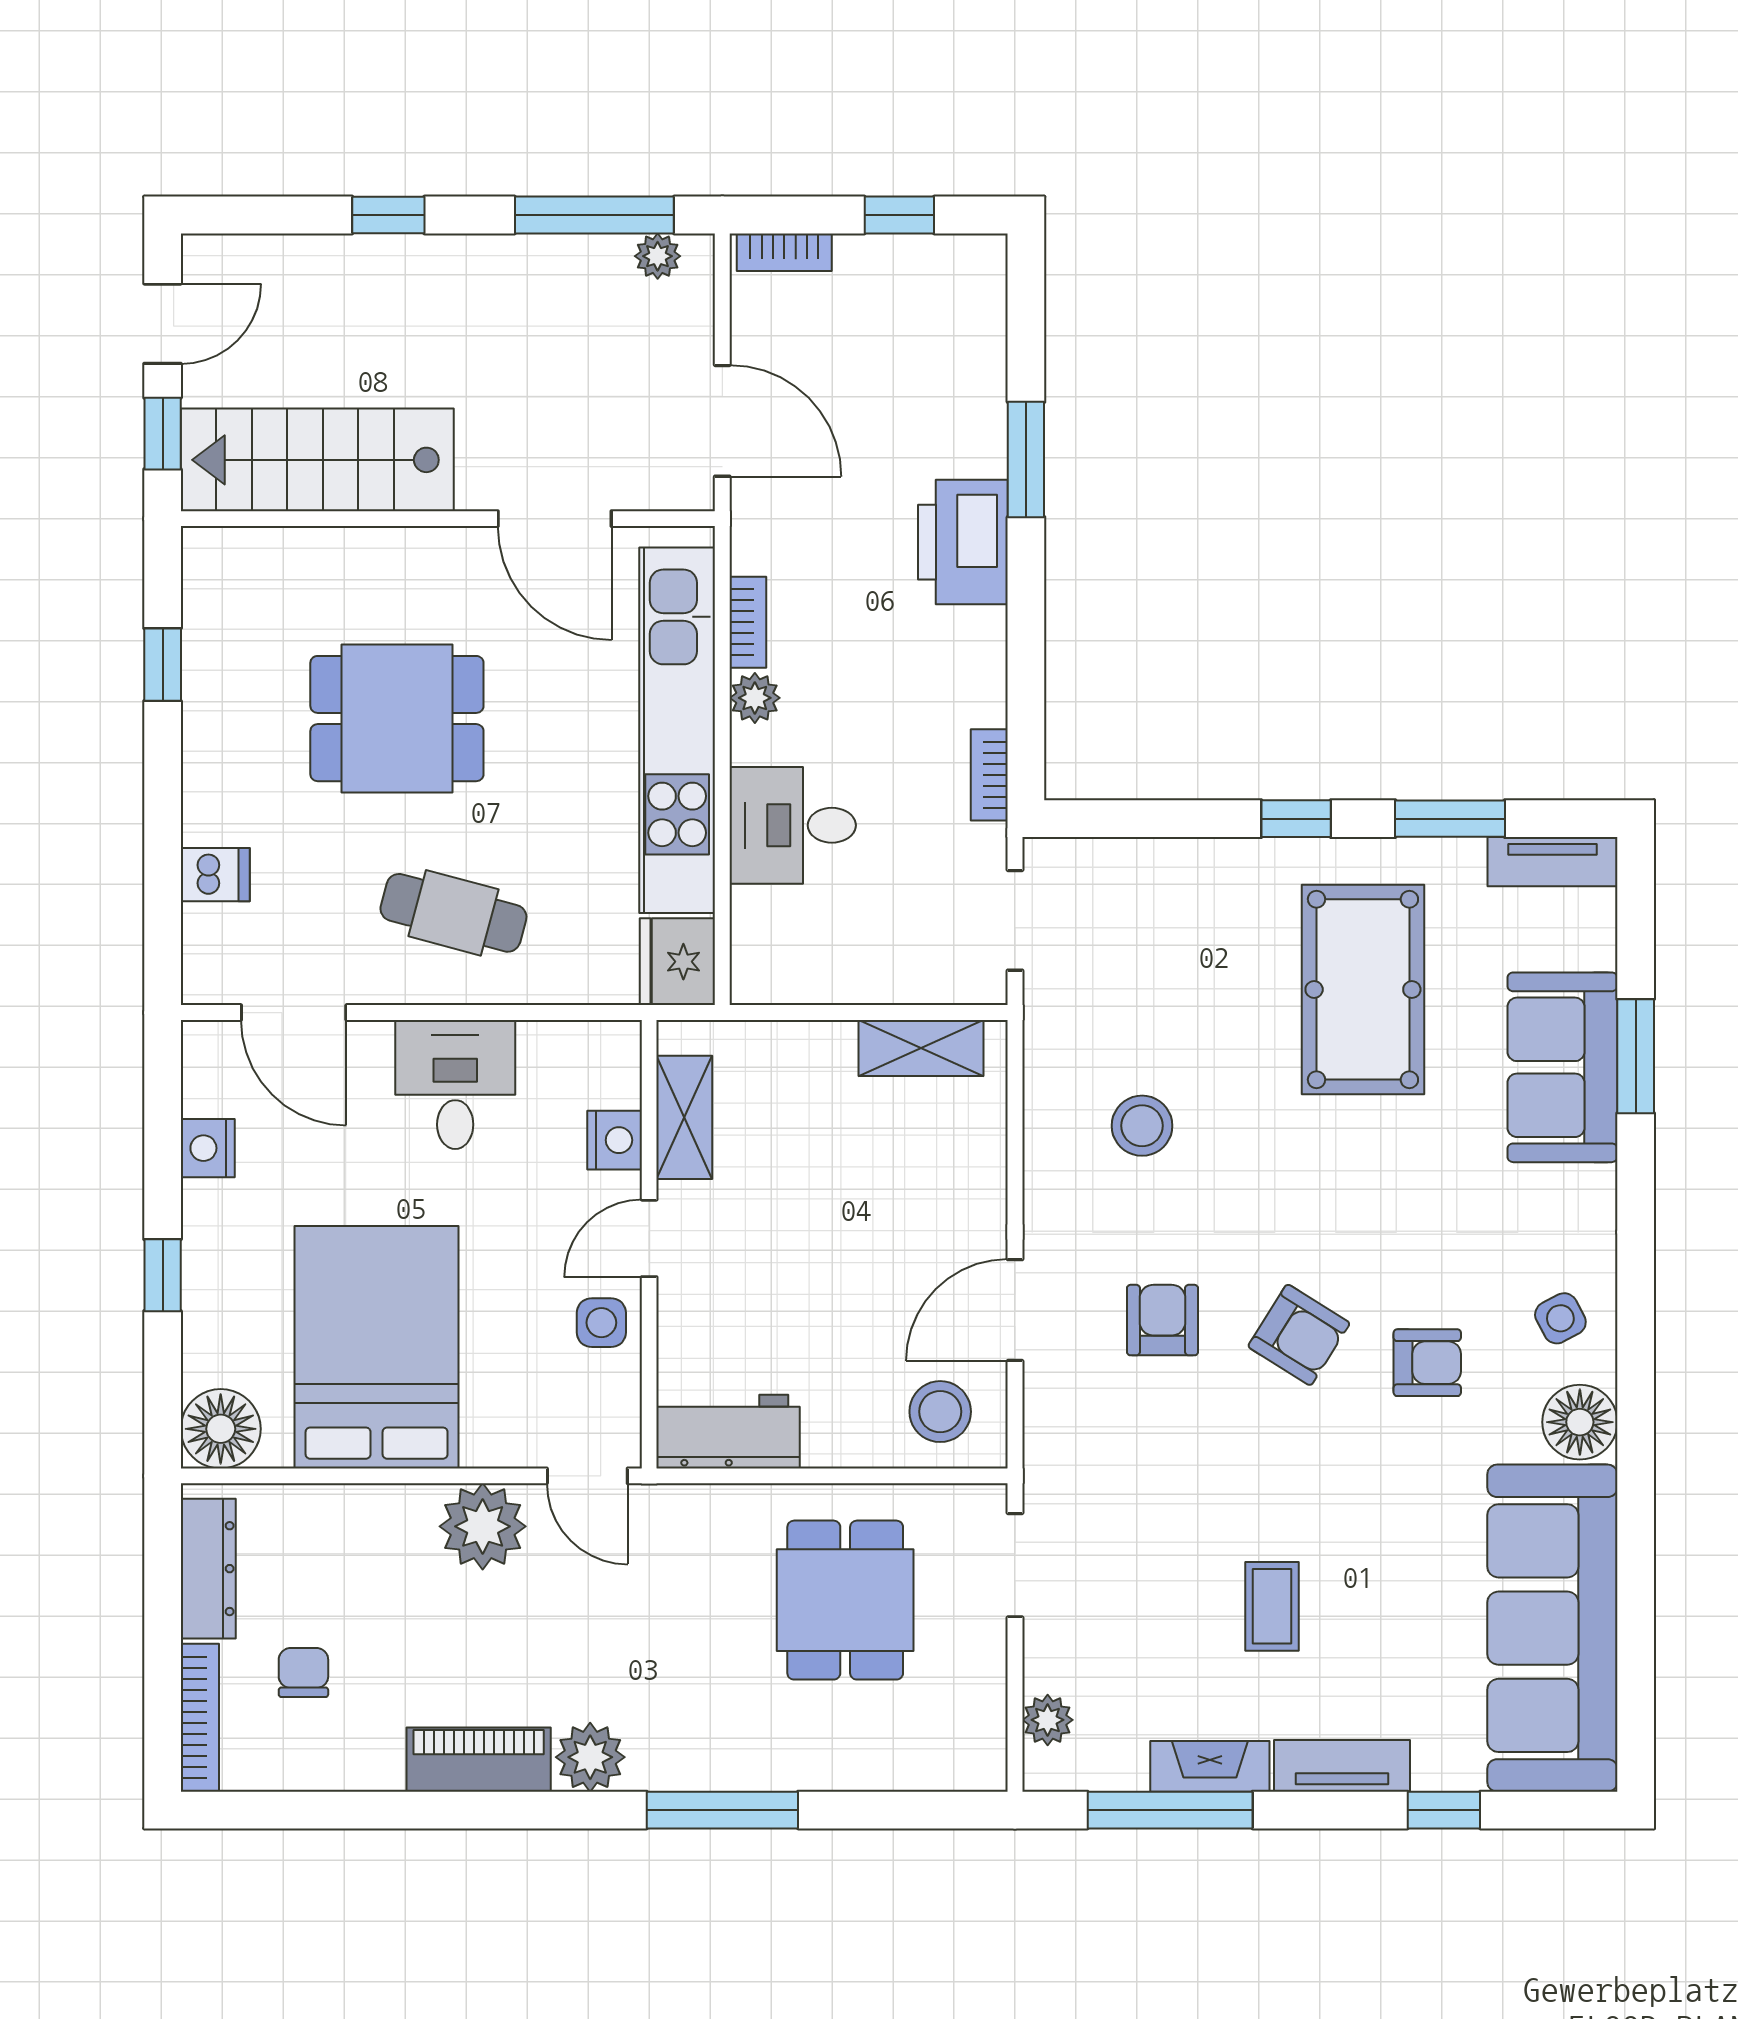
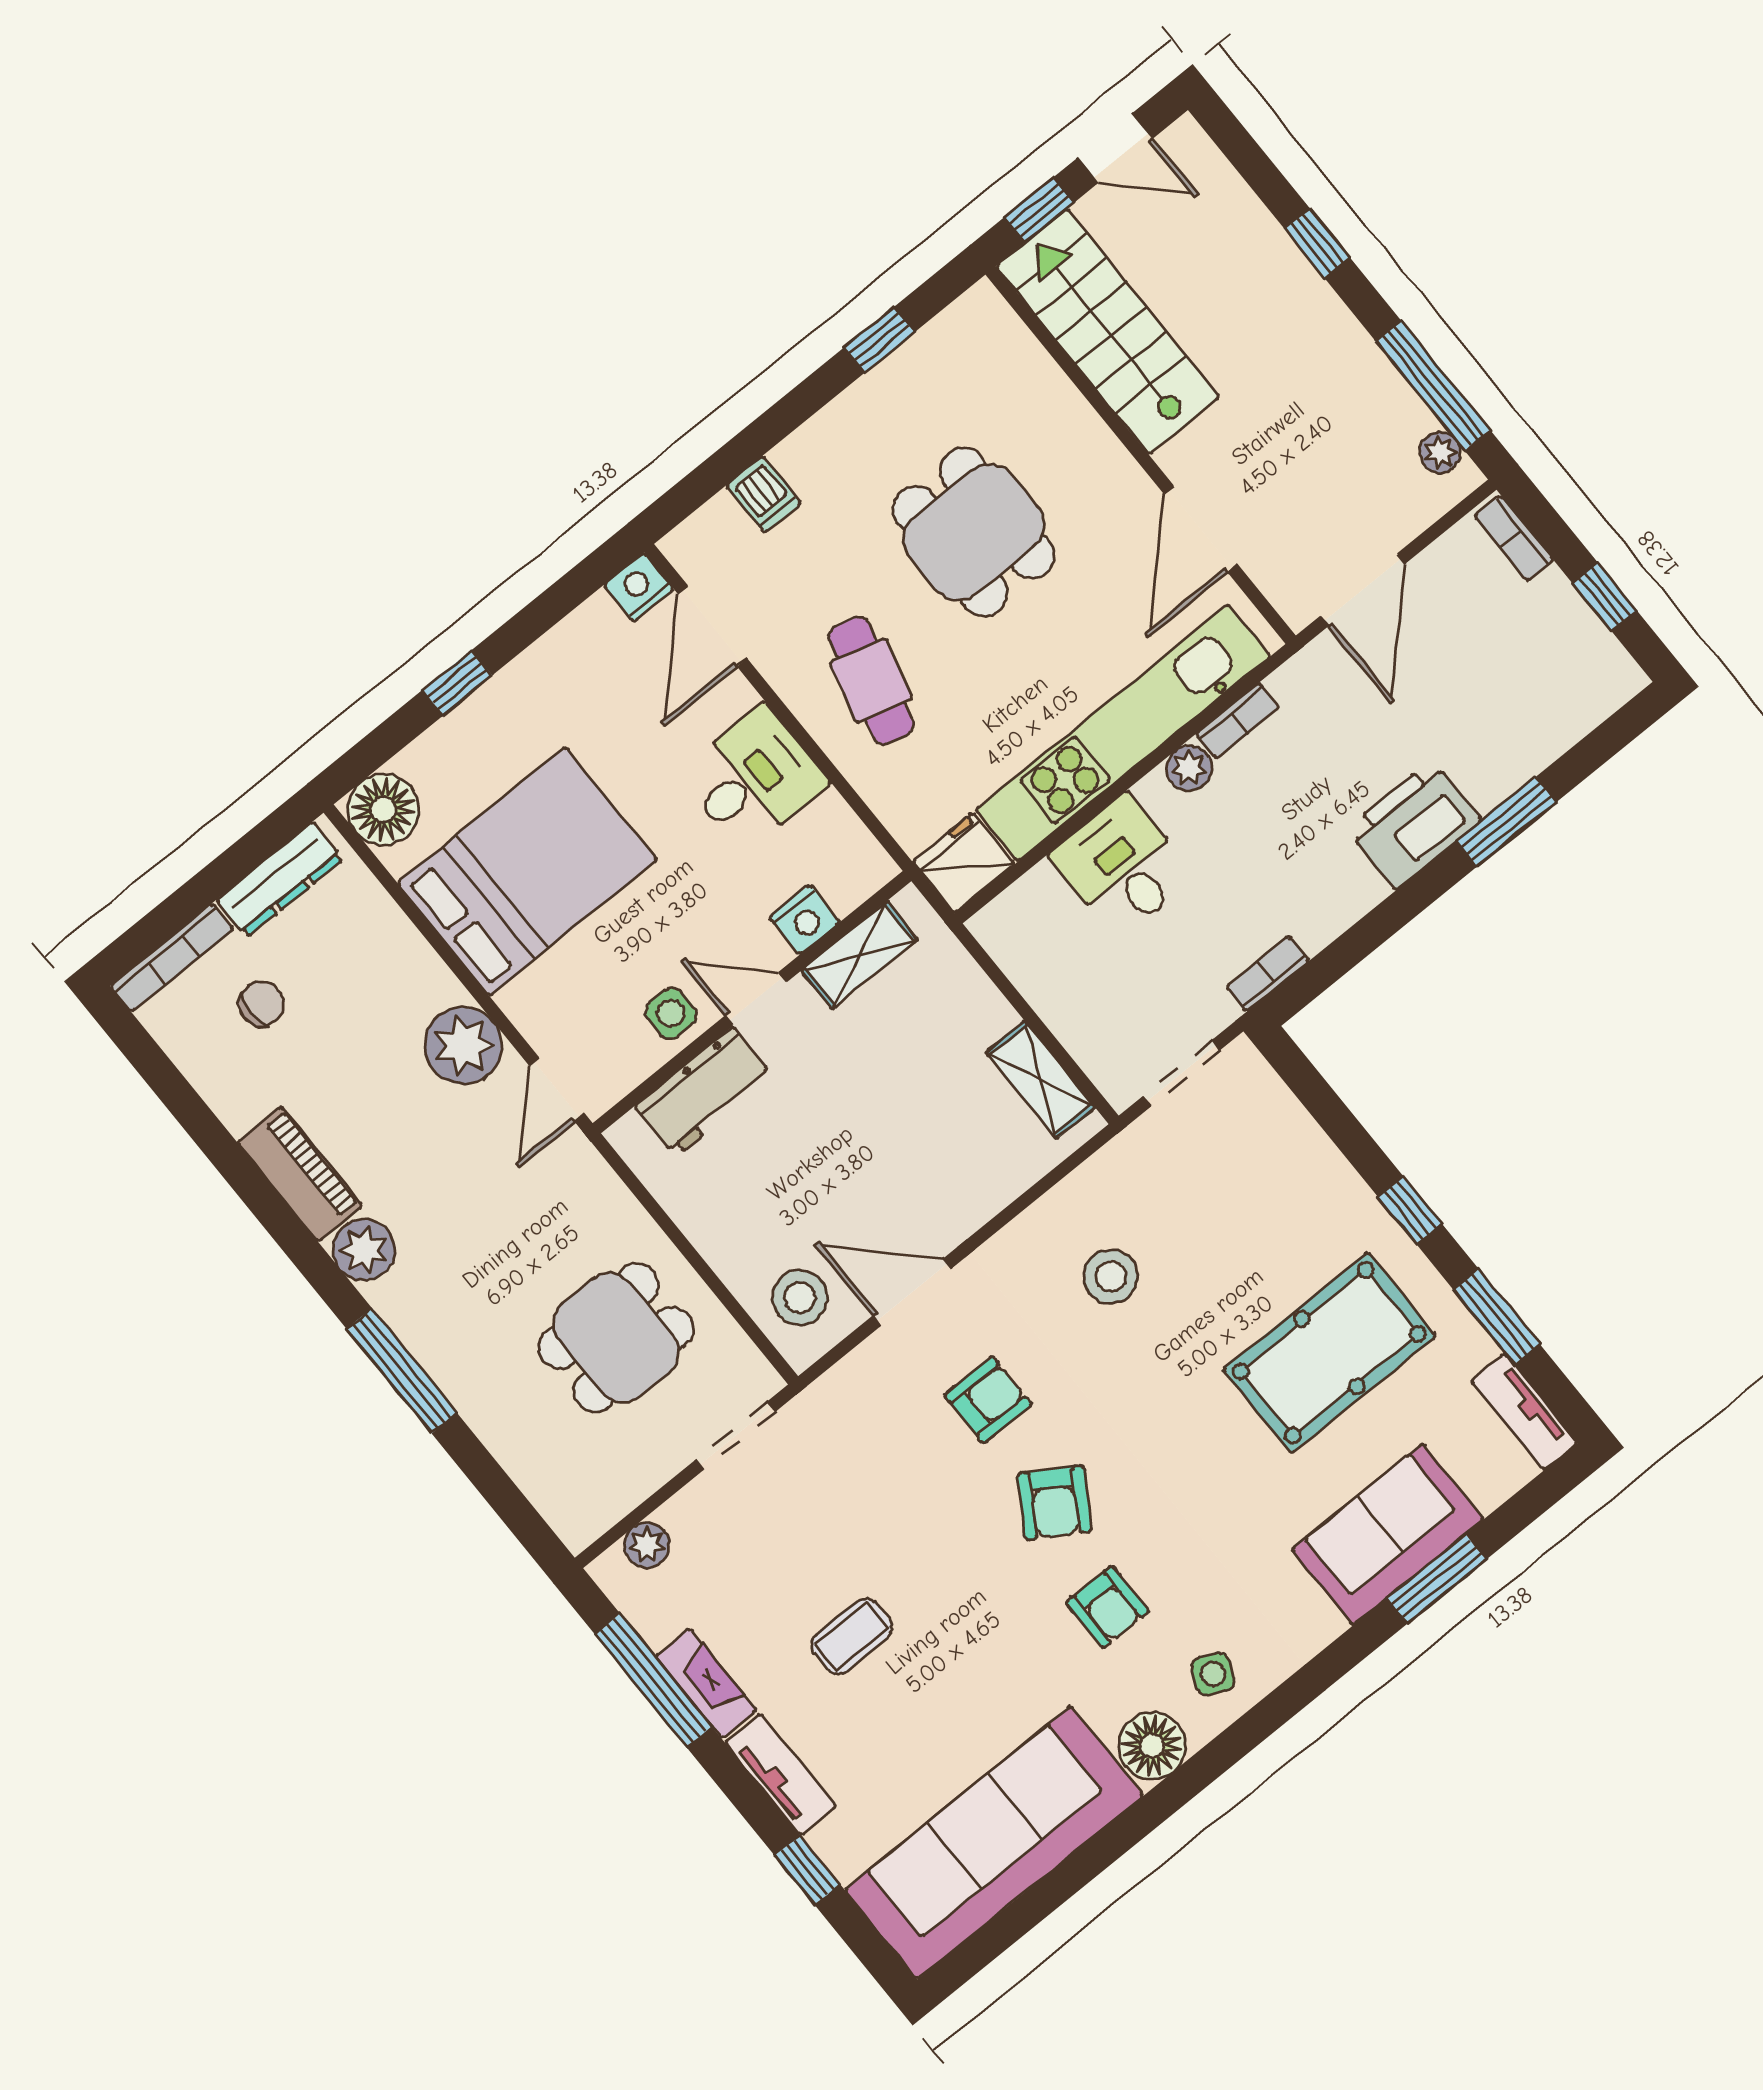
nightstand: (208, 1148) -> (639, 587), moved
side table: (1560, 1318) -> (1213, 1674), turned -37
workbench: (728, 1432) -> (704, 1092), moved, turned 90

